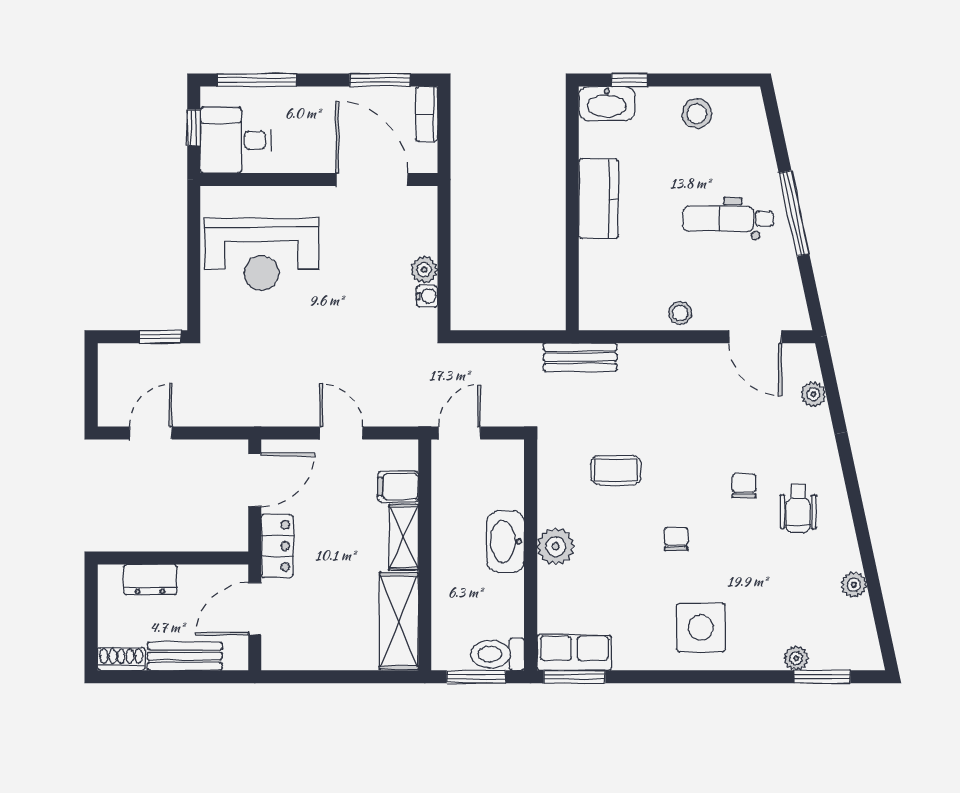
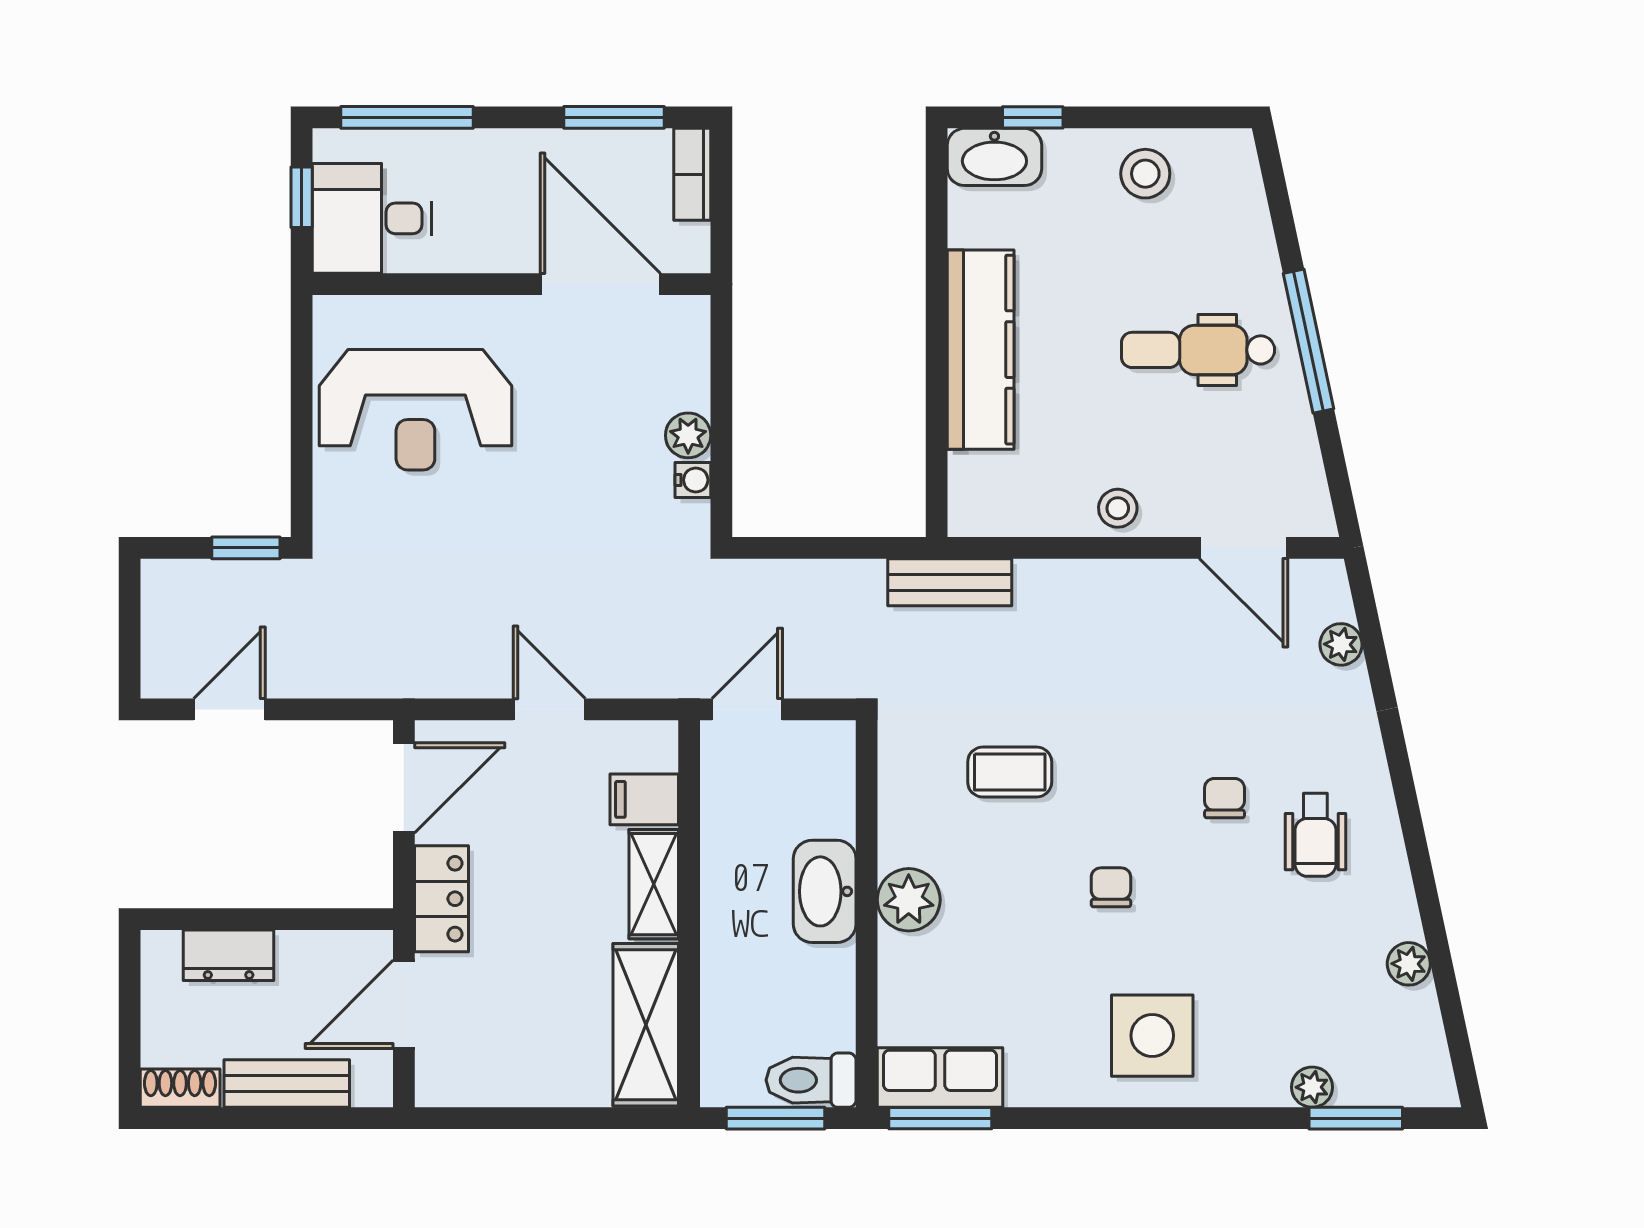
kitchen counter: (599, 199) -> (981, 350), width x1.50

